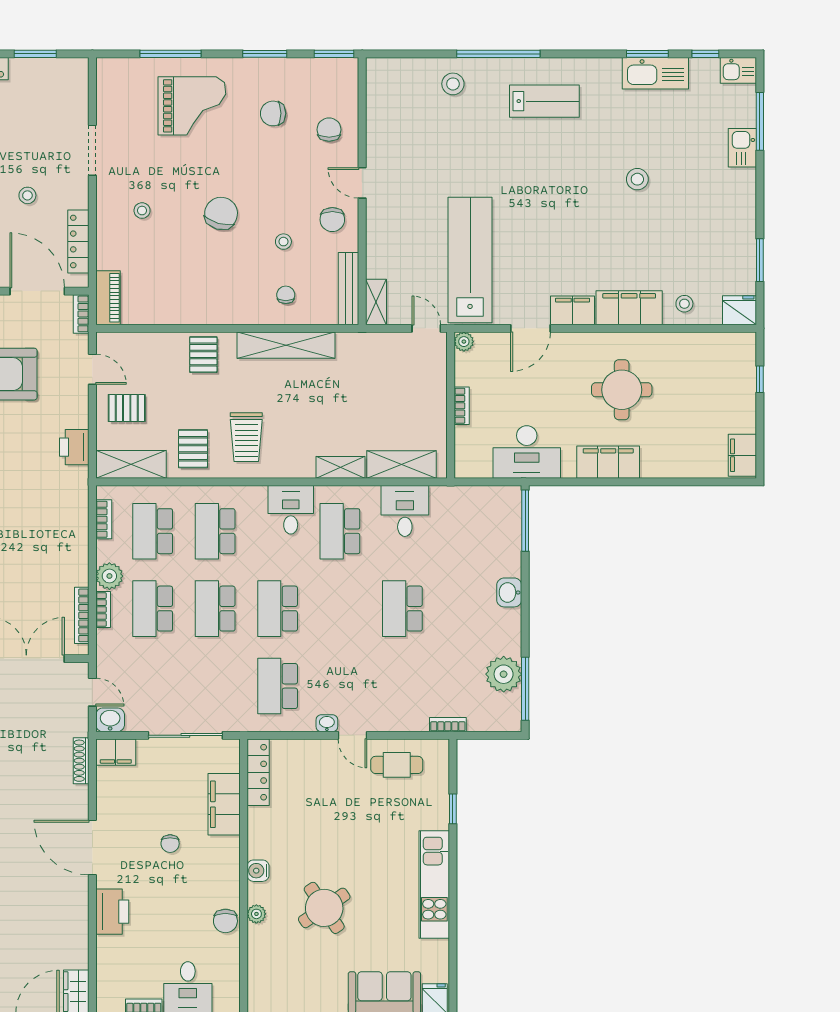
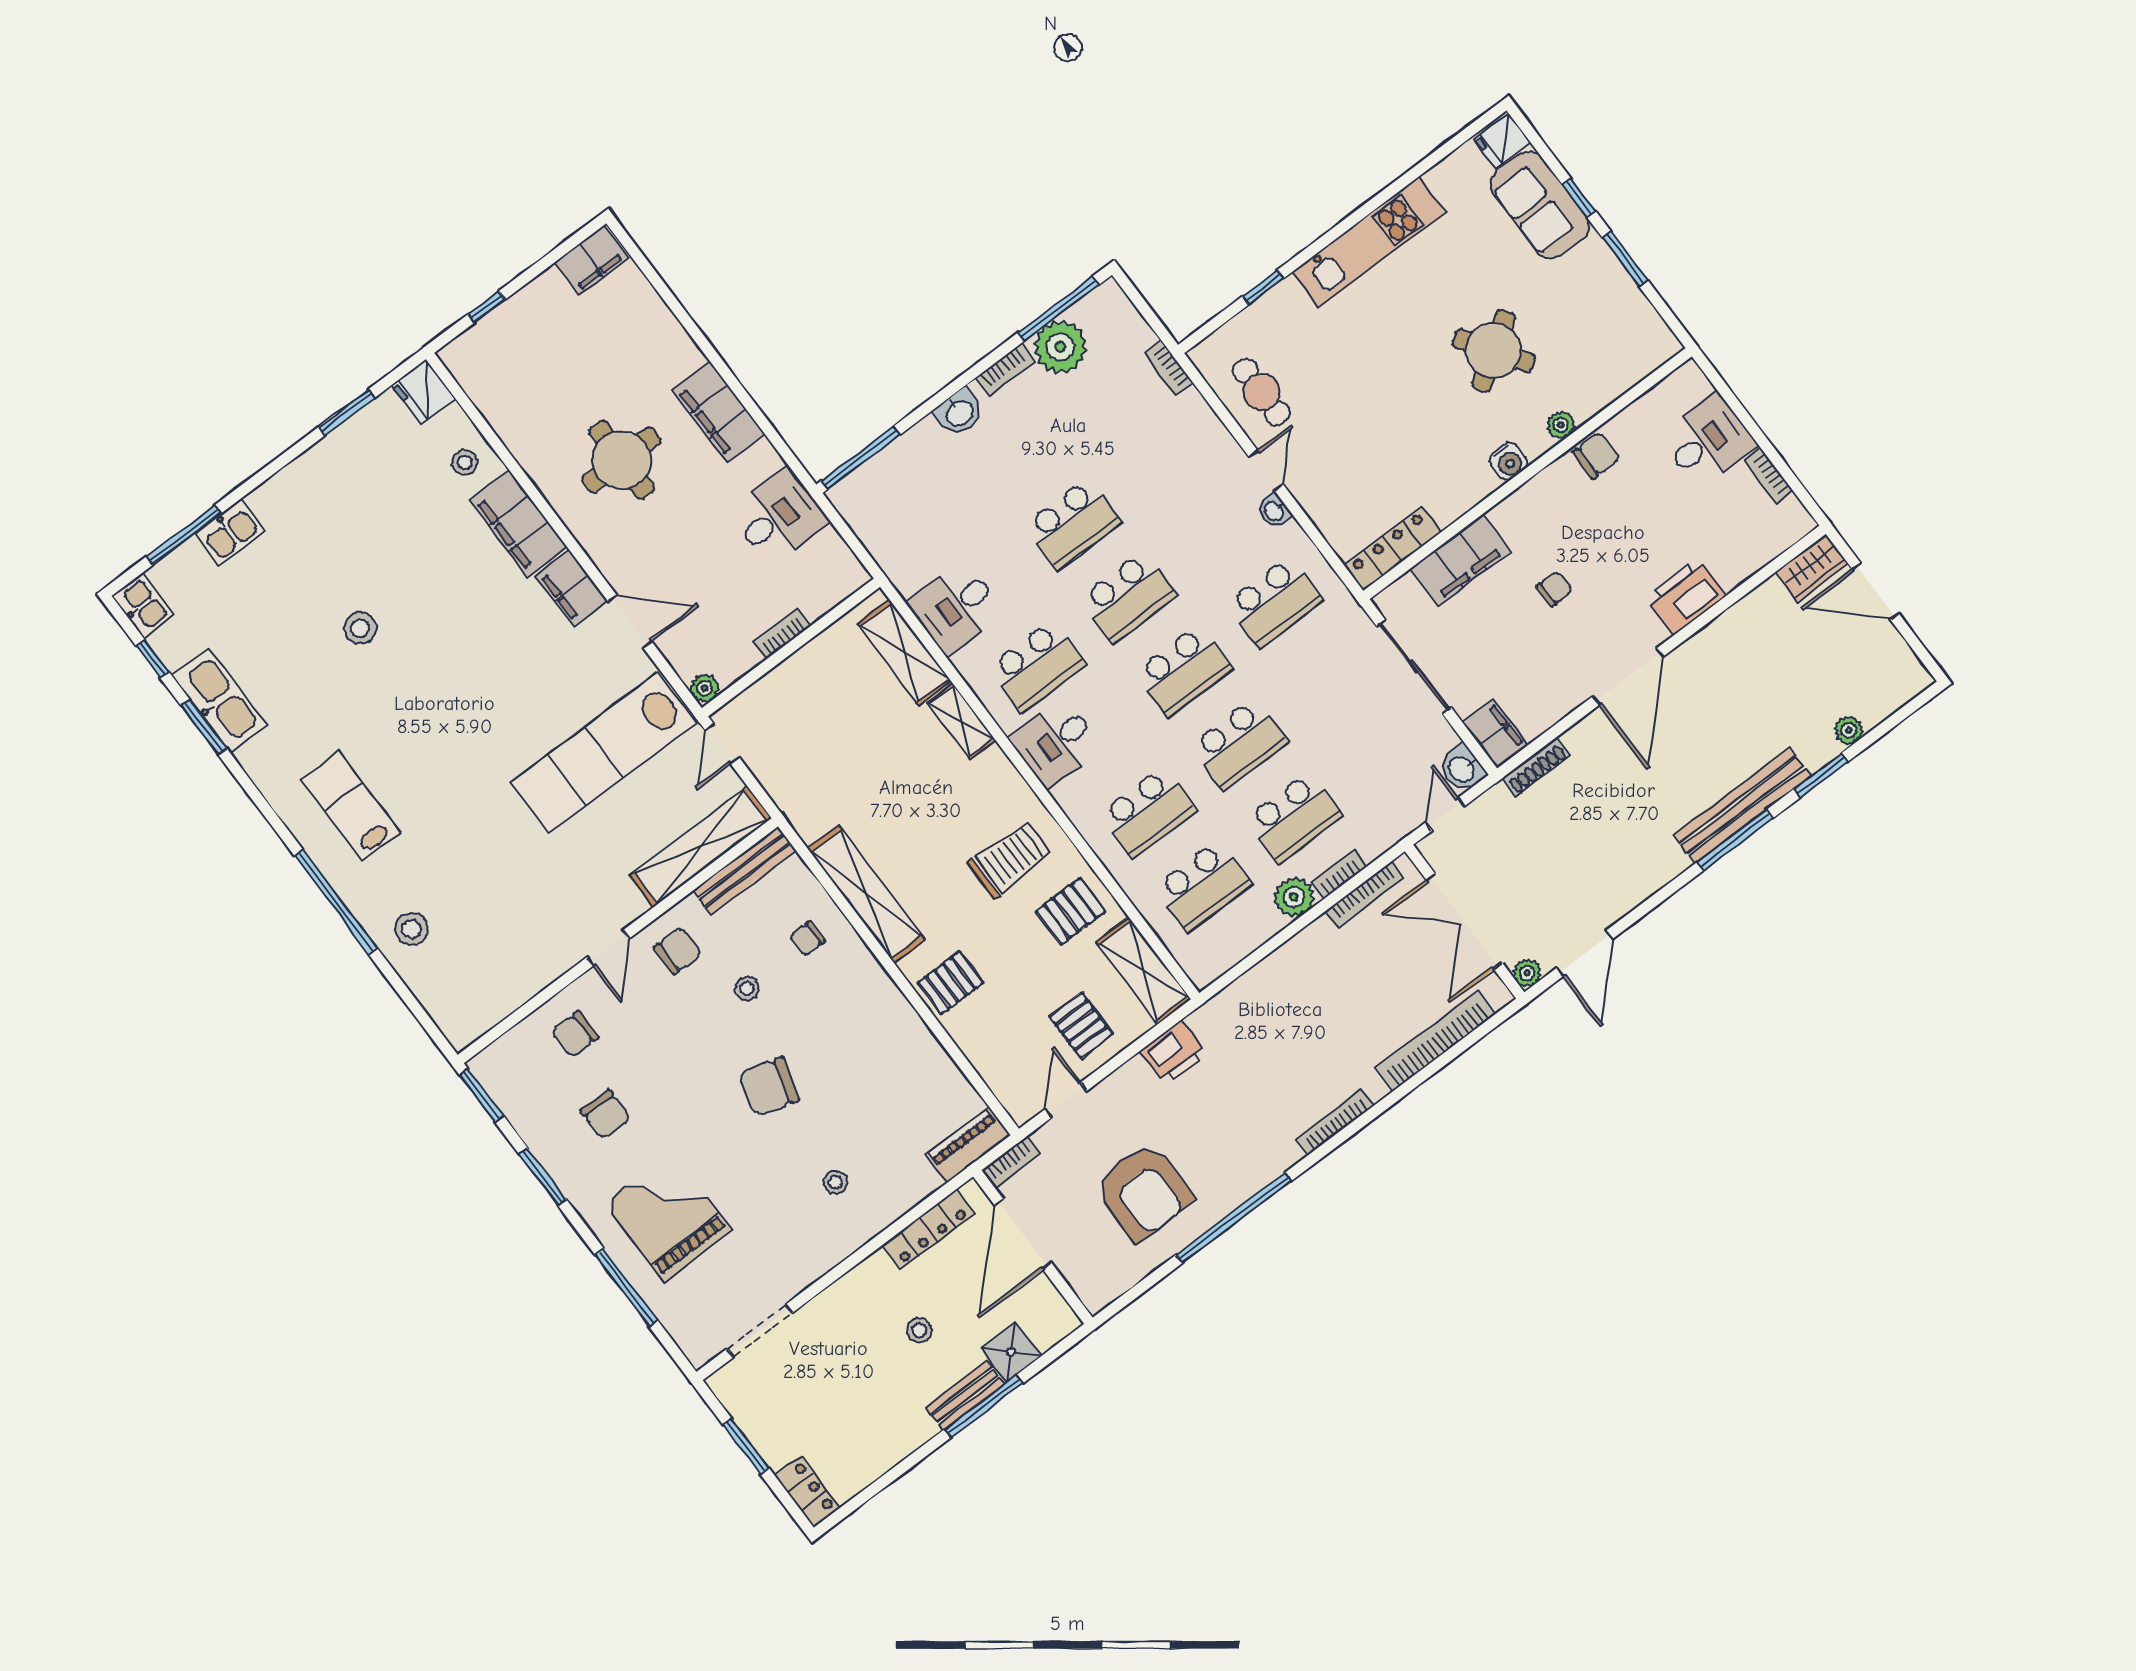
doorway: (92, 150) -> (760, 1331), moved
shelving: (376, 302) -> (700, 847), width x2.20, depth x1.33
desk: (527, 452) -> (779, 517), width x0.73
bookcase: (104, 519) -> (1005, 370), moved, turned 180
school desk: (340, 609) -> (1128, 597), added

